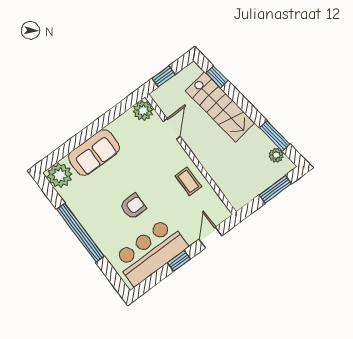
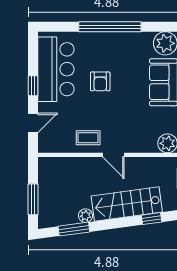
door: (172, 129) -> (113, 155), moved
plant: (276, 155) -> (86, 216), moved
door: (210, 237) -> (33, 123), hinge flipped

